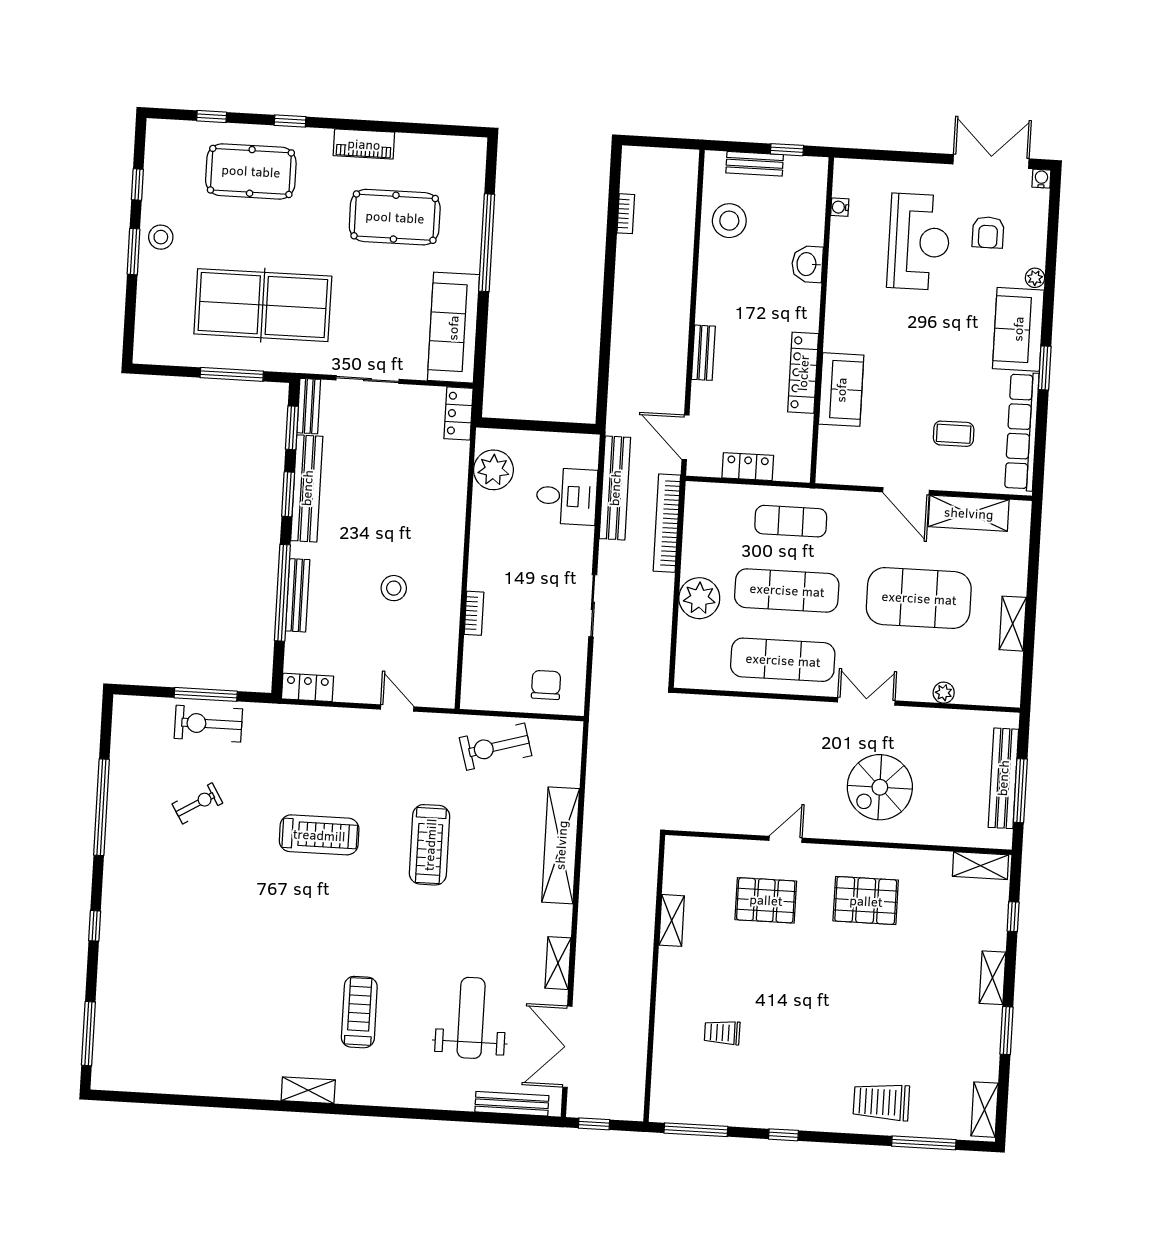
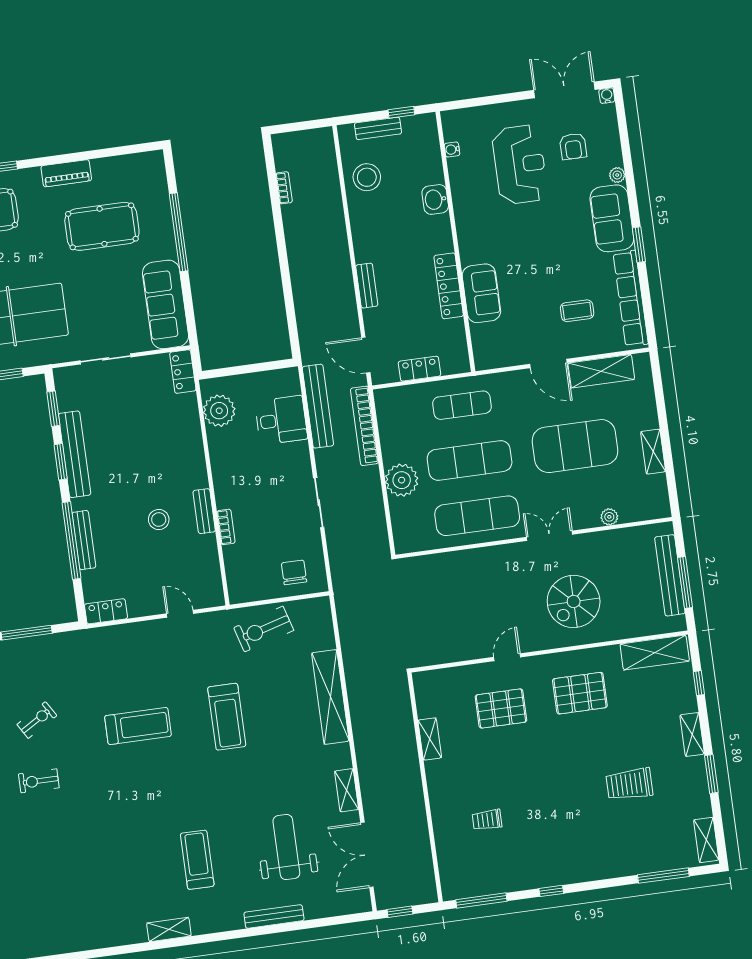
bench: (309, 406) -> (204, 511), moved
exercise bike: (208, 724) -> (39, 781), moved, width x0.73, depth x0.72
shelving: (980, 866) -> (655, 653), width x1.50, depth x1.33
trolley: (881, 1102) -> (629, 784), moved
bench: (512, 1104) -> (274, 916), moved

